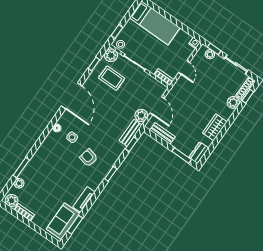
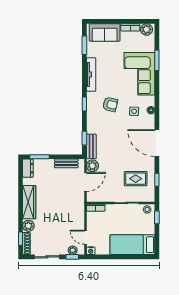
plant: (111, 55) -> (149, 196), removed
door: (184, 68) -> (85, 237), moved
door: (157, 106) -> (85, 182), swing flipped
wardrobe: (215, 127) -> (29, 202), width x1.50
corner sofa: (45, 166) -> (139, 74), added
plant: (19, 183) -> (150, 47), removed
tv unit: (84, 199) -> (91, 75), width x1.41
sofa: (63, 221) -> (105, 32), moved, turned 90

